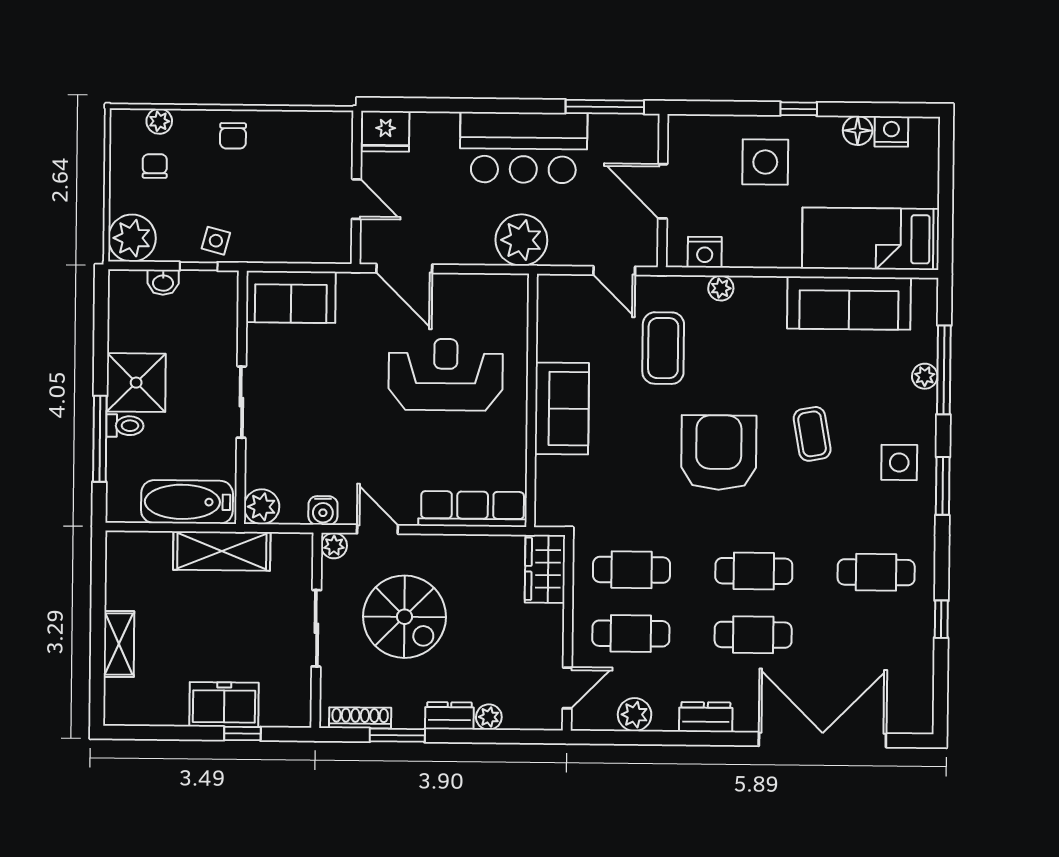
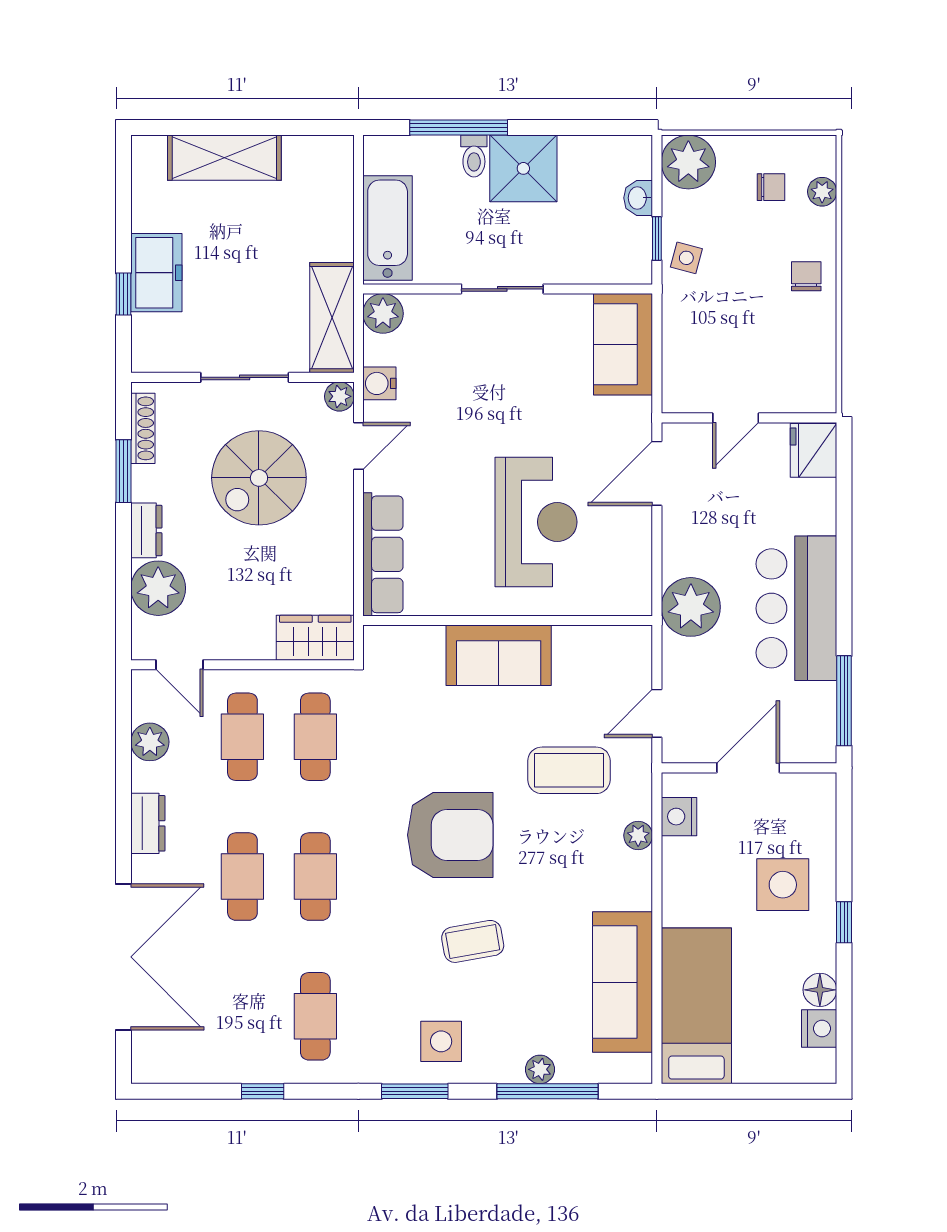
chair: (233, 136) -> (806, 276), turned 90
shelving: (222, 551) -> (332, 318), moved
shelving: (119, 644) -> (224, 158), width x1.50, depth x1.33
plant: (489, 717) -> (158, 588), width x1.87, depth x1.87

